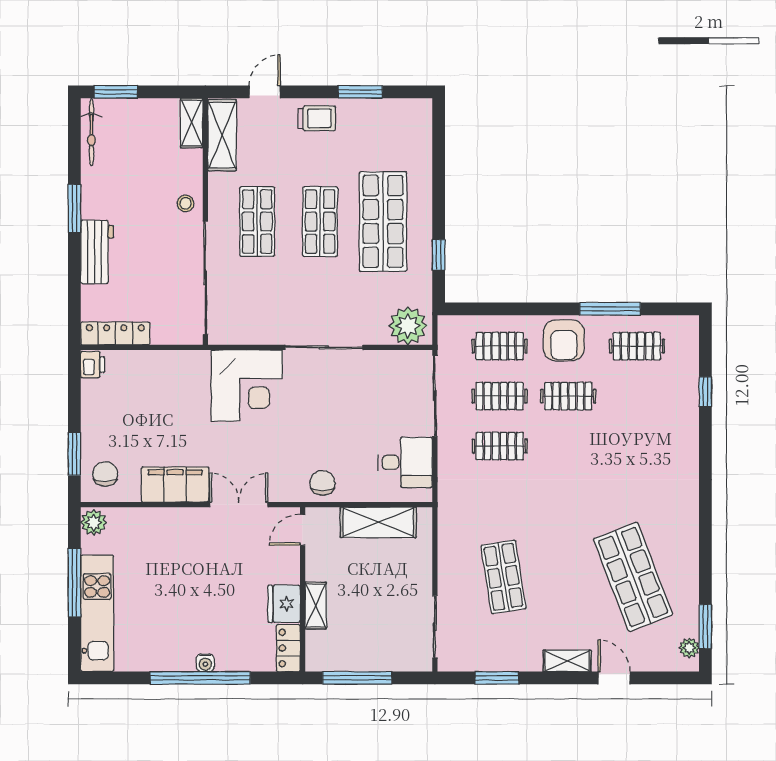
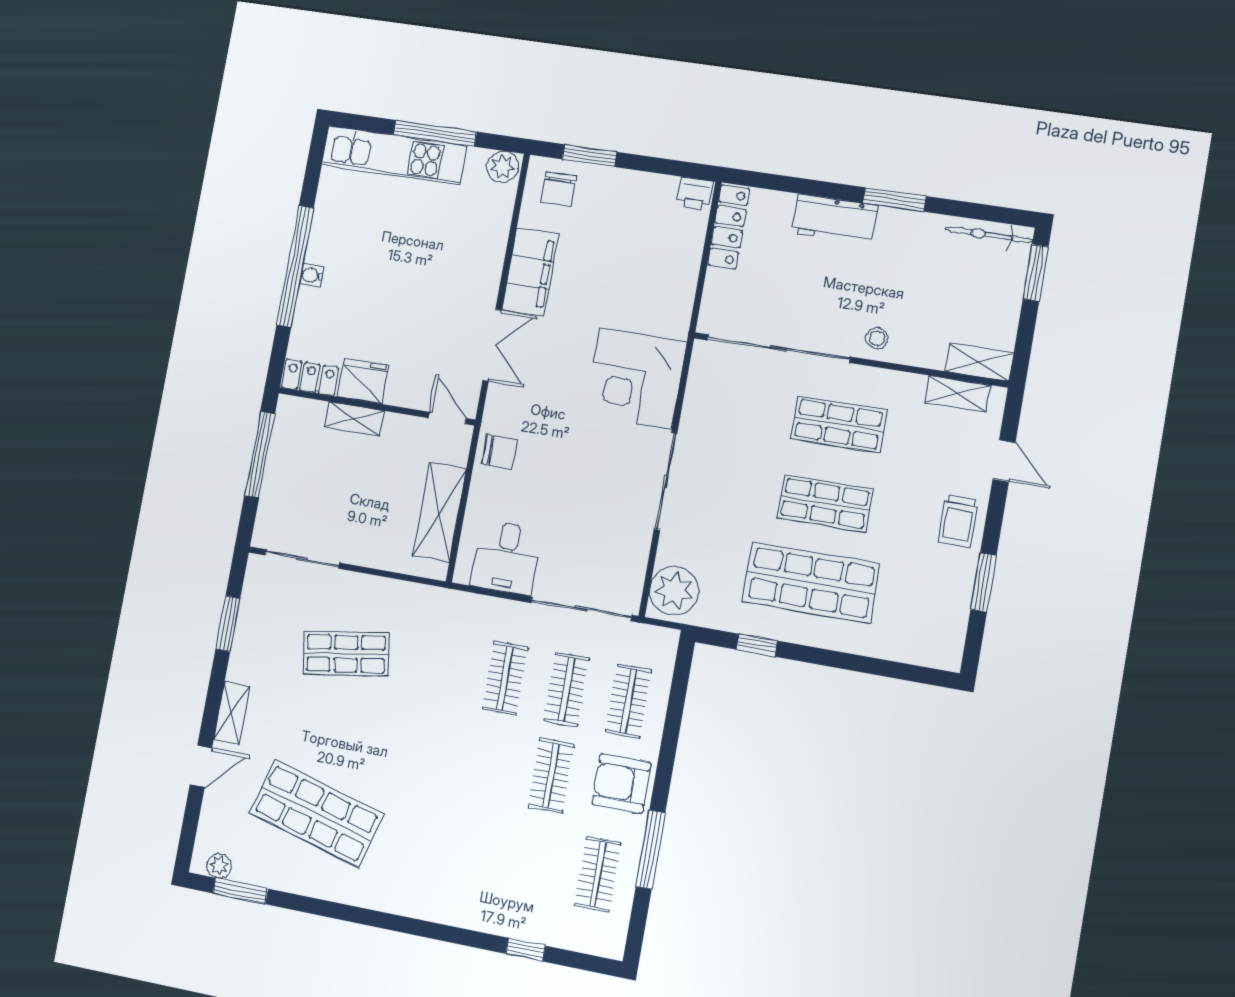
shelving: (222, 135) -> (958, 394), width x0.67, depth x0.75
chair: (105, 474) -> (558, 189), turned 90
shop shelf: (633, 577) -> (316, 813), turned 36

